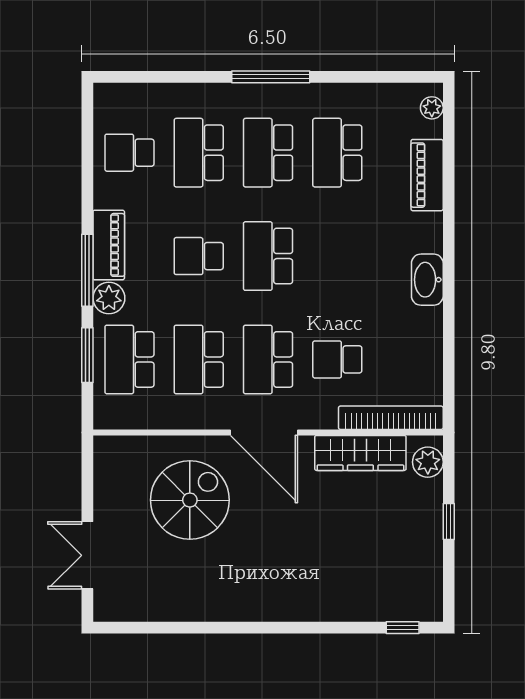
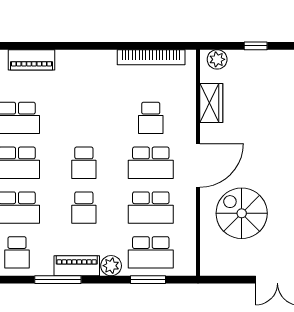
school desk: (268, 256) -> (84, 163), width x0.54
window: (87, 270) -> (58, 280), moved
washbasin: (427, 280) -> (99, 60), removed
bookcase: (391, 418) -> (151, 57), moved, turned -90
wardrobe: (360, 453) -> (211, 103), width x0.67

